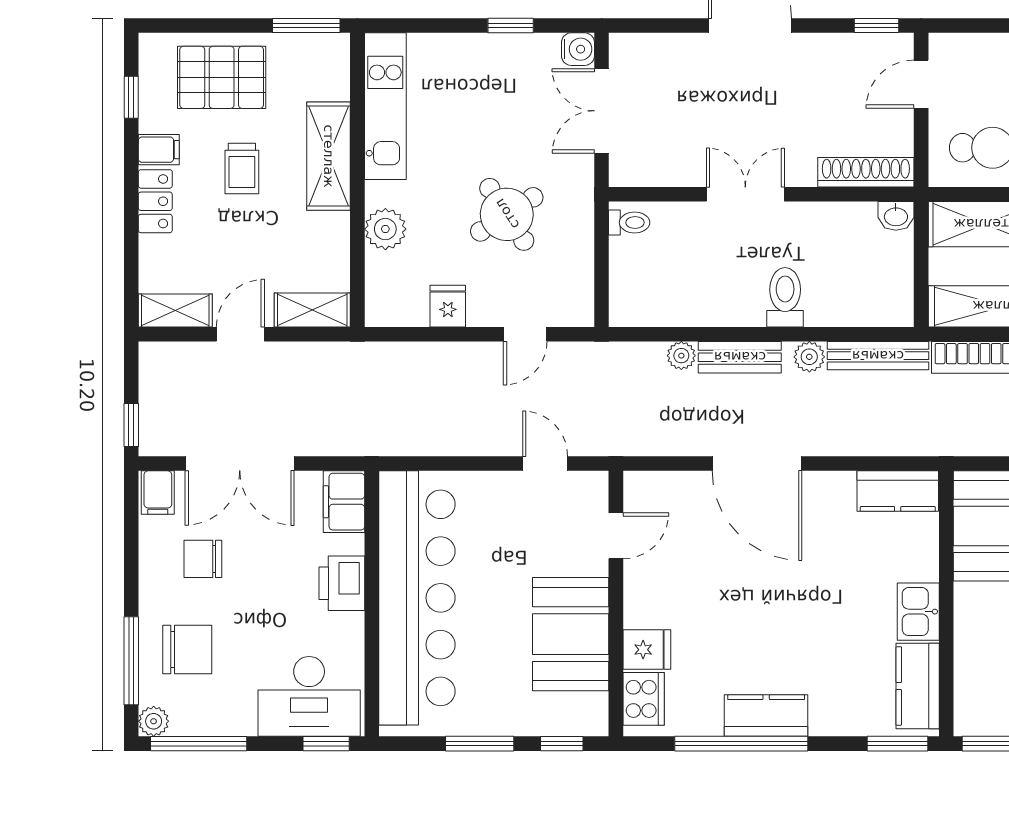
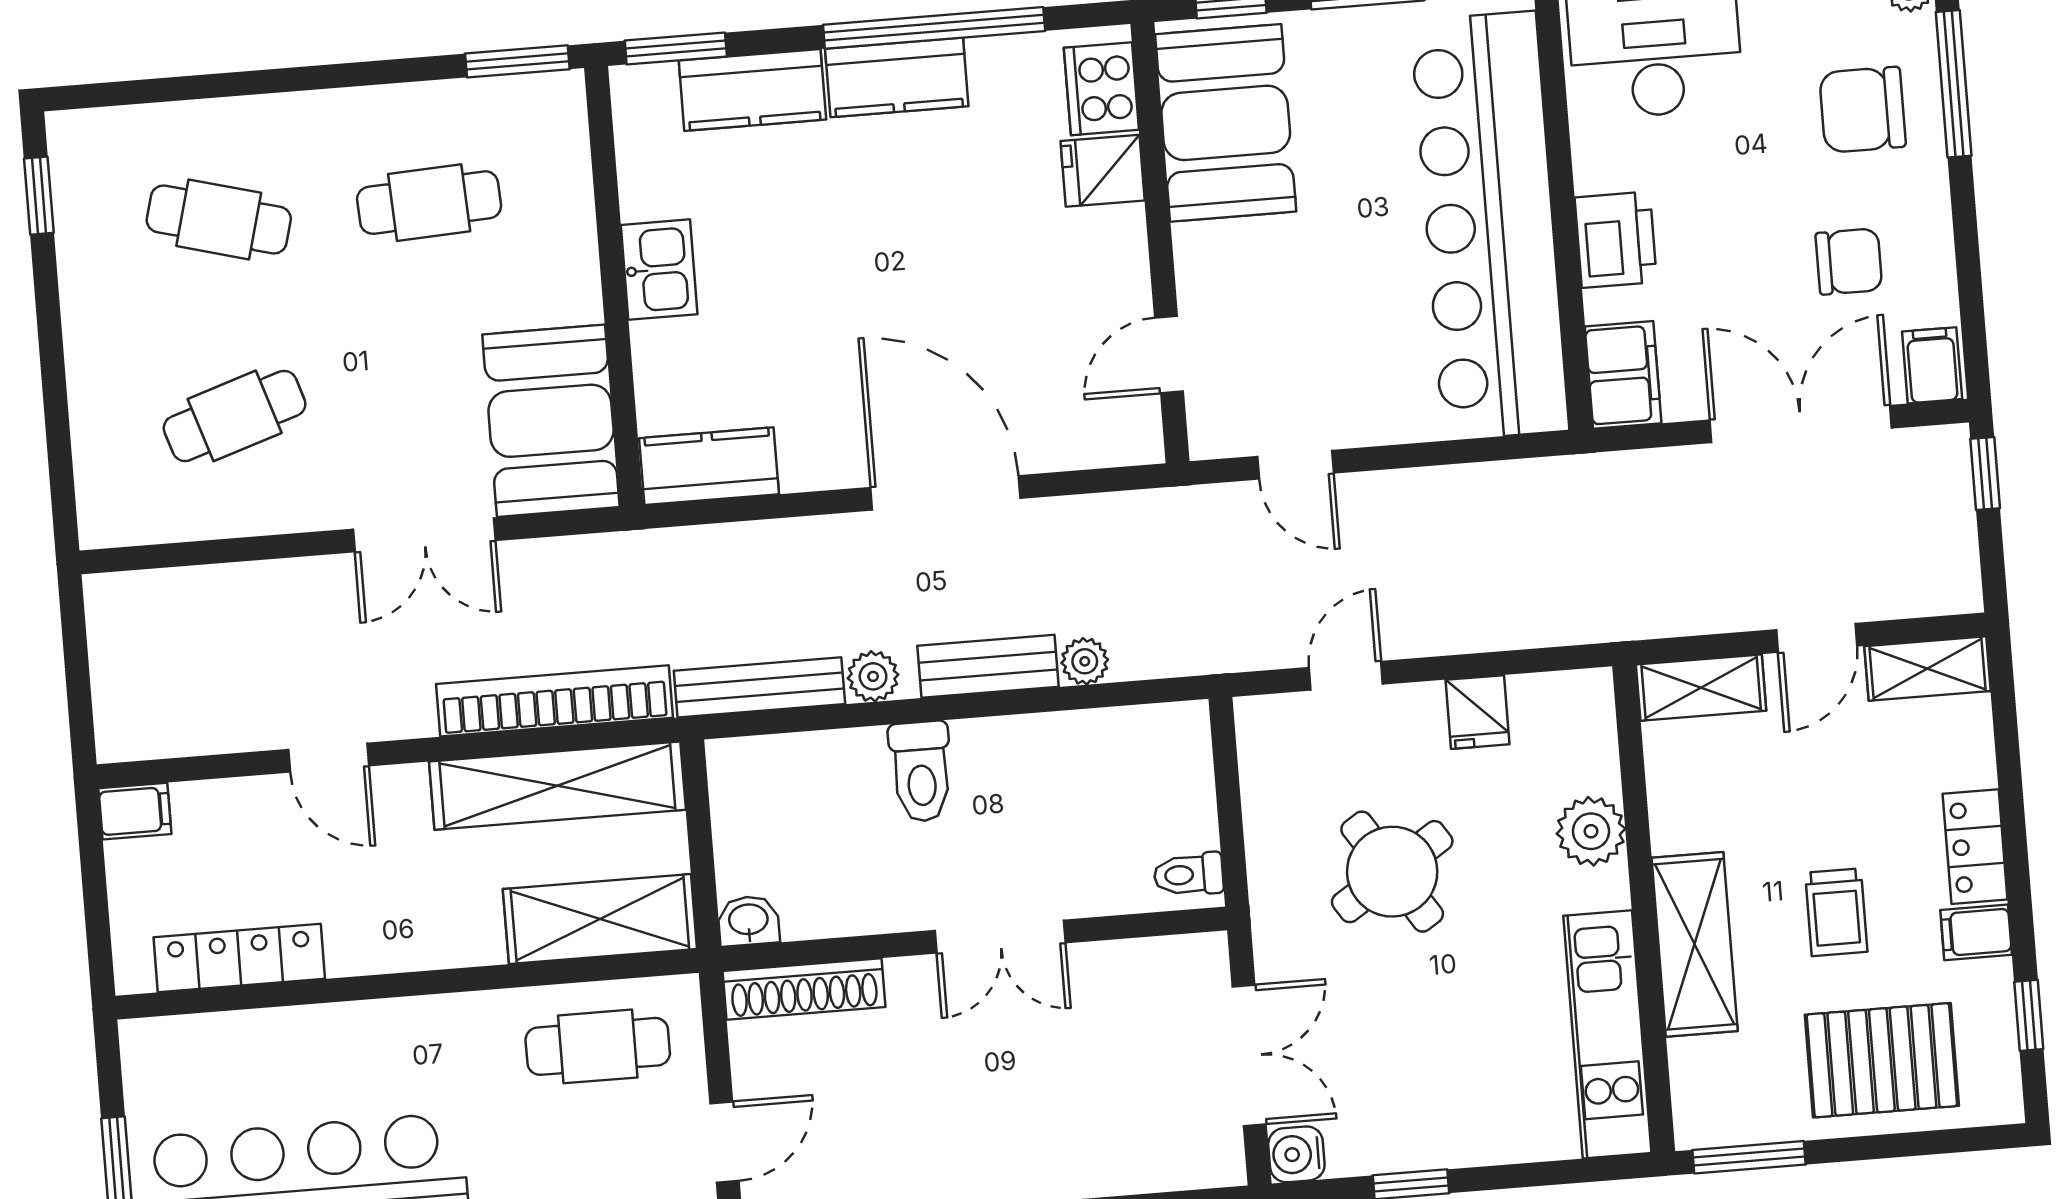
trolley: (242, 168) -> (1836, 912), turned 180
booth: (571, 634) -> (1226, 123), moved
kitchen counter: (918, 686) -> (752, 90), moved, turned 90

